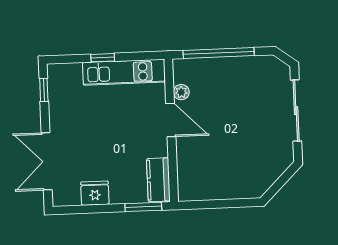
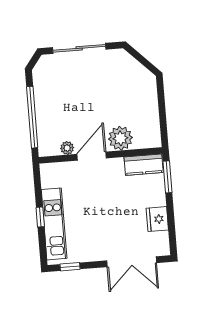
kitchen unit: (124, 72) -> (54, 224), moved
plant: (190, 154) -> (120, 138), added

